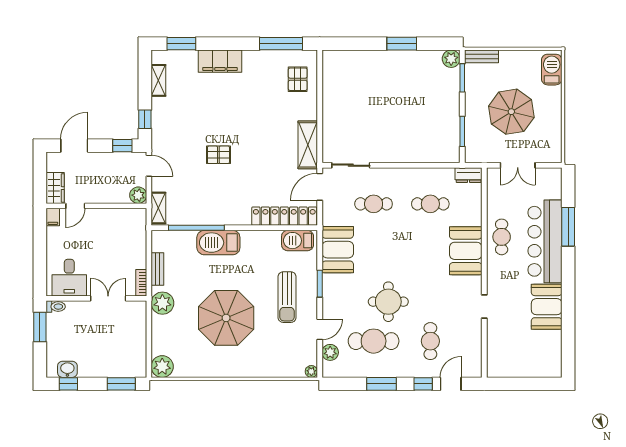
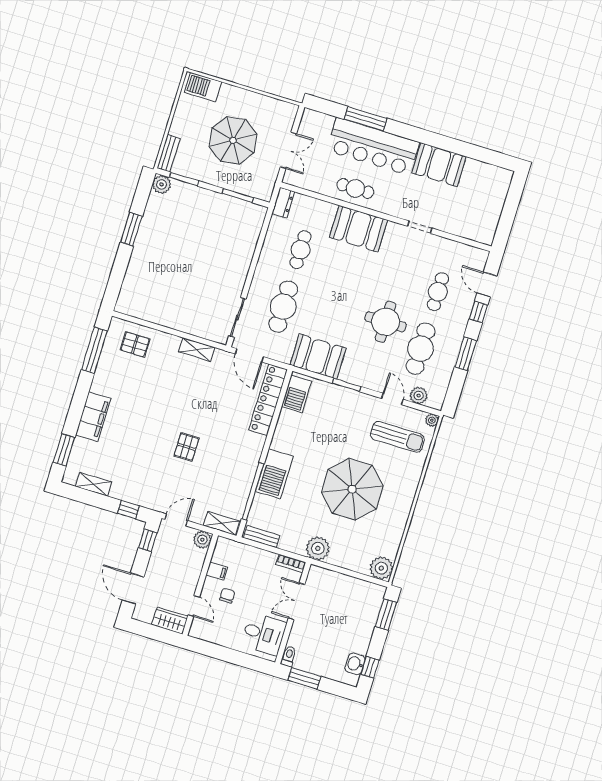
shelving: (308, 145) -> (197, 350), width x0.67, depth x0.75
cafe table: (374, 204) -> (283, 307), width x1.37, depth x1.35
filing cabinet: (53, 217) -> (217, 571), moved
chair: (94, 234) -> (227, 596), added
bench: (157, 269) -> (262, 537), moved
sun lounger: (287, 297) -> (397, 437), moved
cafe table: (430, 341) -> (438, 292), turned 90

